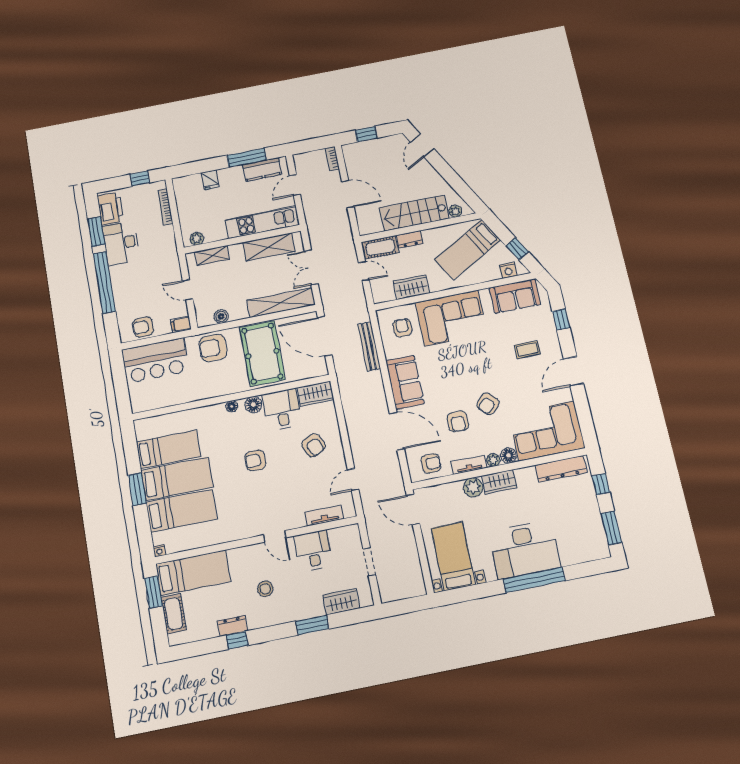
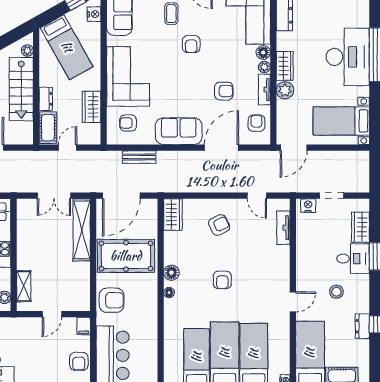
shelving: (269, 247) -> (26, 231), removed
boiler: (221, 316) -> (84, 288), removed
bench: (369, 346) -> (139, 157), width x0.73
armchair: (213, 348) -> (112, 300), turned -90
armchair: (488, 404) -> (191, 44), moved, turned 44
desk: (282, 410) -> (181, 248), removed
door: (275, 536) -> (293, 302), moved
nightstand: (353, 538) -> (308, 206), added
desk: (313, 551) -> (353, 259), moved, turned 180

